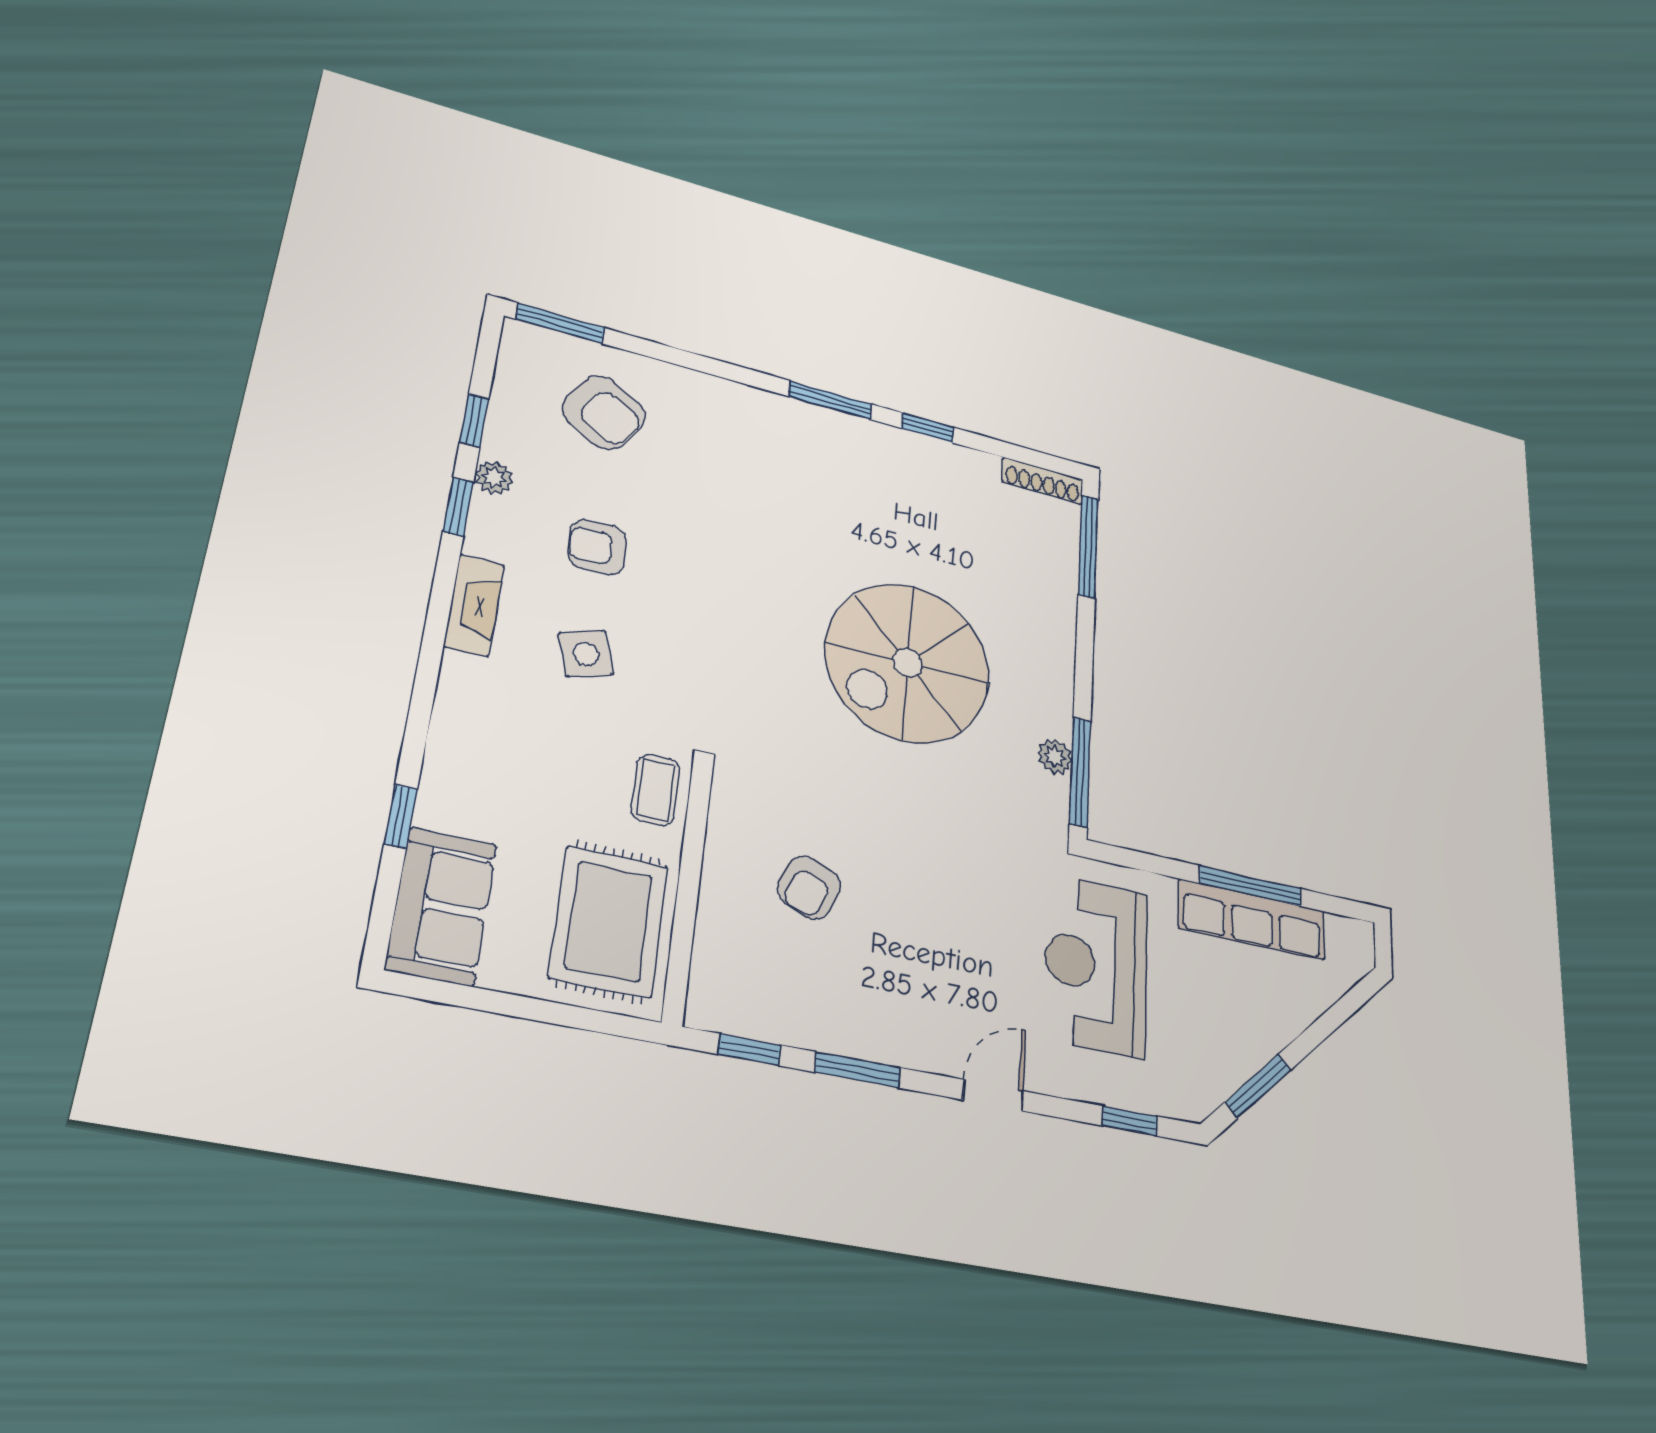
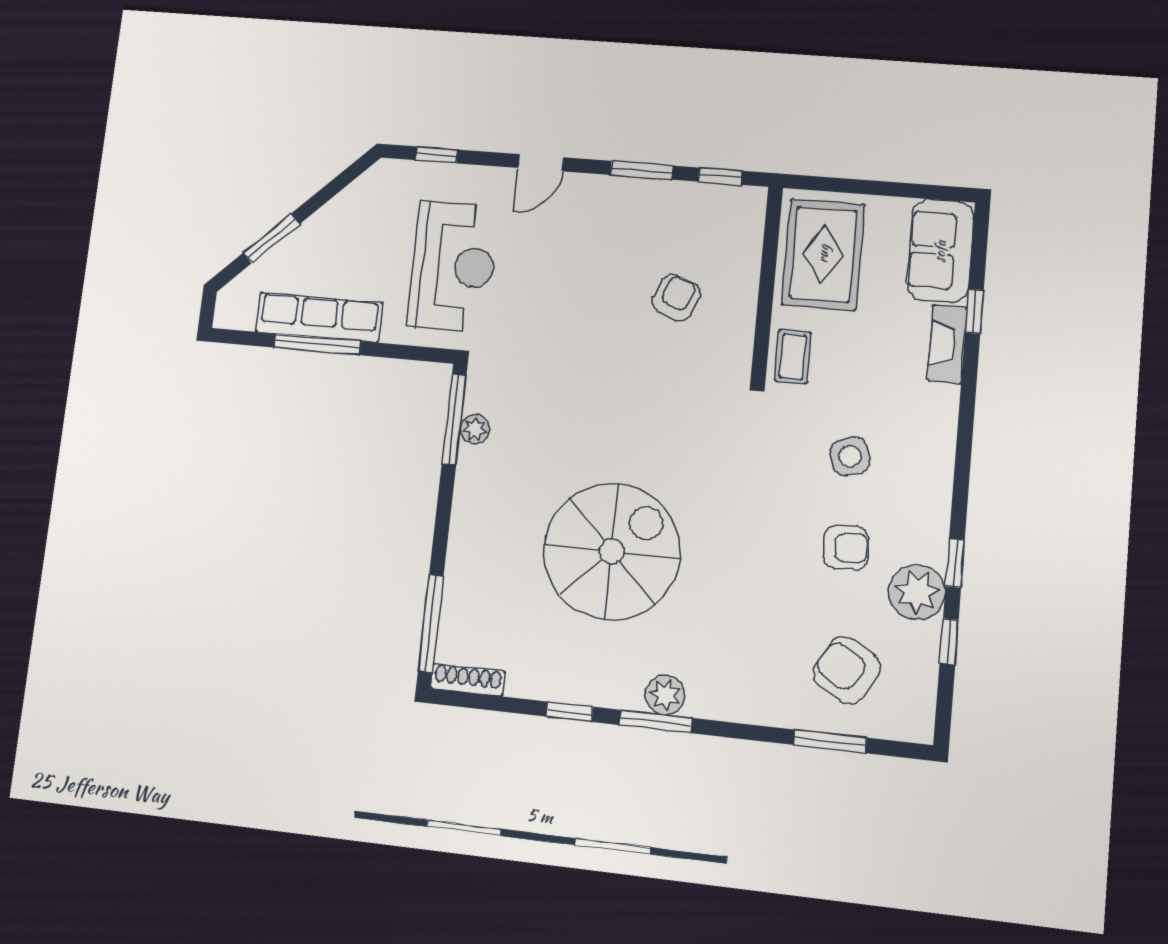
window: (560, 323) -> (830, 741), moved
plant: (820, 425) -> (665, 695), added
plant: (494, 478) -> (917, 592), width x1.88, depth x1.88
fireplace: (474, 605) -> (947, 344), moved
spiral stairs: (908, 663) -> (612, 551), moved
window: (1258, 1086) -> (272, 238), moved

